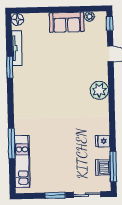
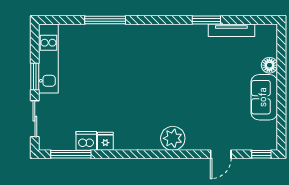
plant: (89, 16) -> (271, 128), removed
floor lamp: (17, 19) -> (269, 65), moved
kitchen unit: (22, 161) -> (48, 59), moved, turned -90
dishwasher: (103, 167) -> (86, 141), moved

